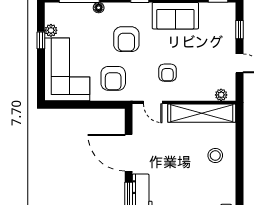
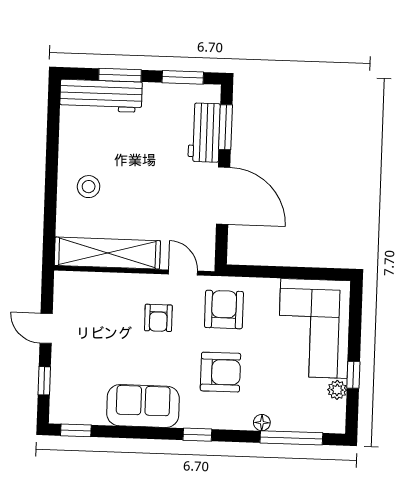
armchair: (126, 39) -> (220, 372), turned 90
armchair: (167, 73) -> (158, 318), turned 180
armchair: (113, 78) -> (224, 309), moved
plant: (221, 95) -> (76, 280), removed

